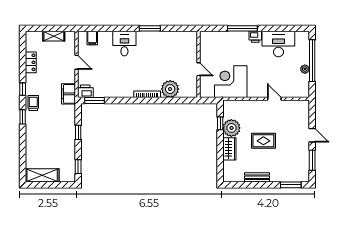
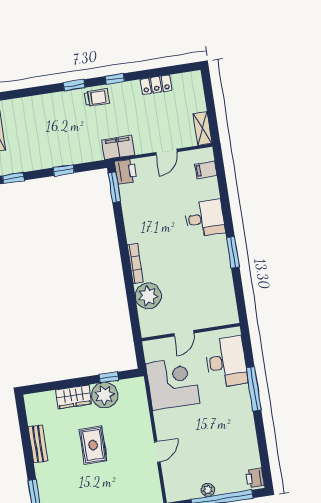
shelving: (54, 36) -> (202, 128), moved
printer: (255, 37) -> (255, 478), moved
desk: (278, 44) -> (226, 362), moved

